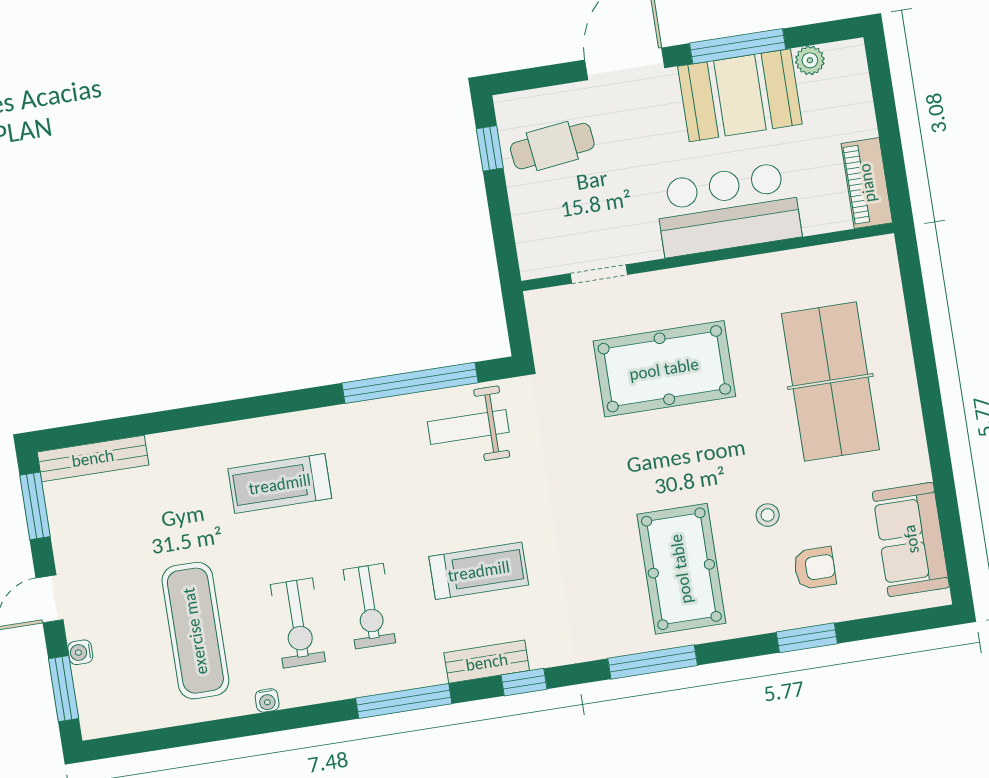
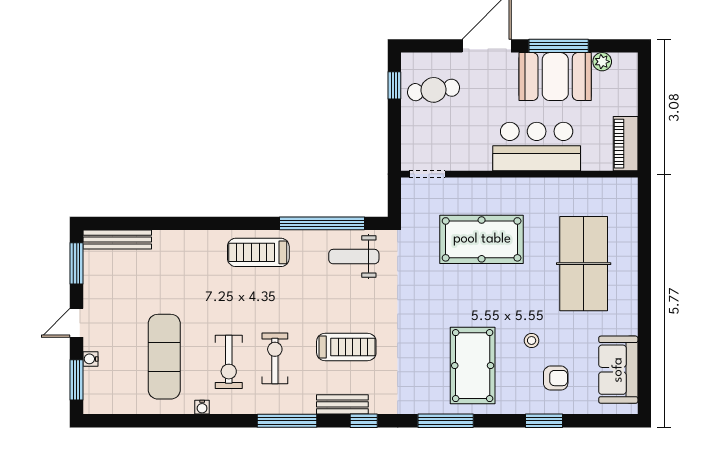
doorway: (599, 274) -> (427, 174), moved
treadmill: (280, 484) -> (258, 252), moved
exercise bike: (369, 606) -> (275, 358), turned 180

